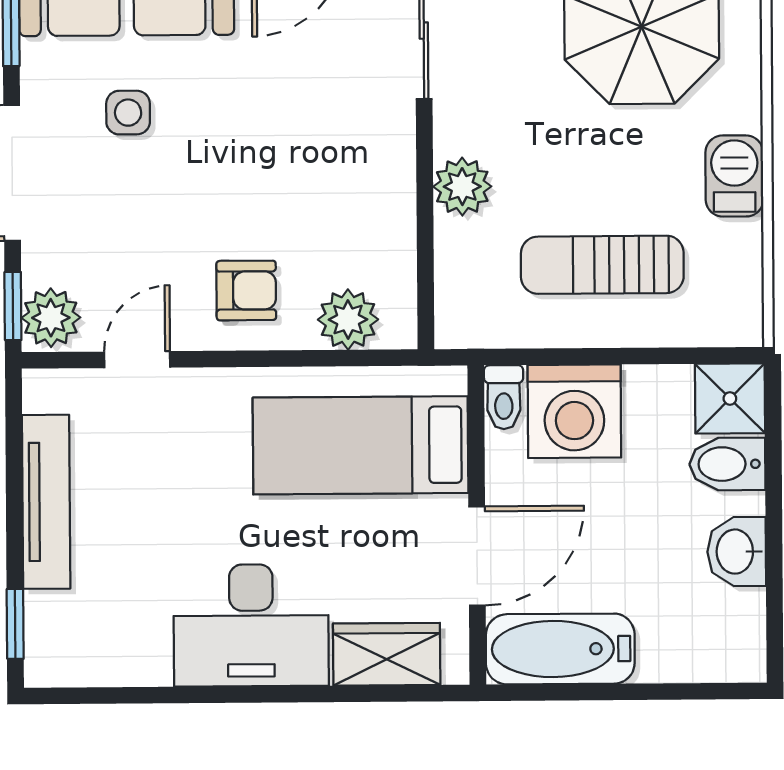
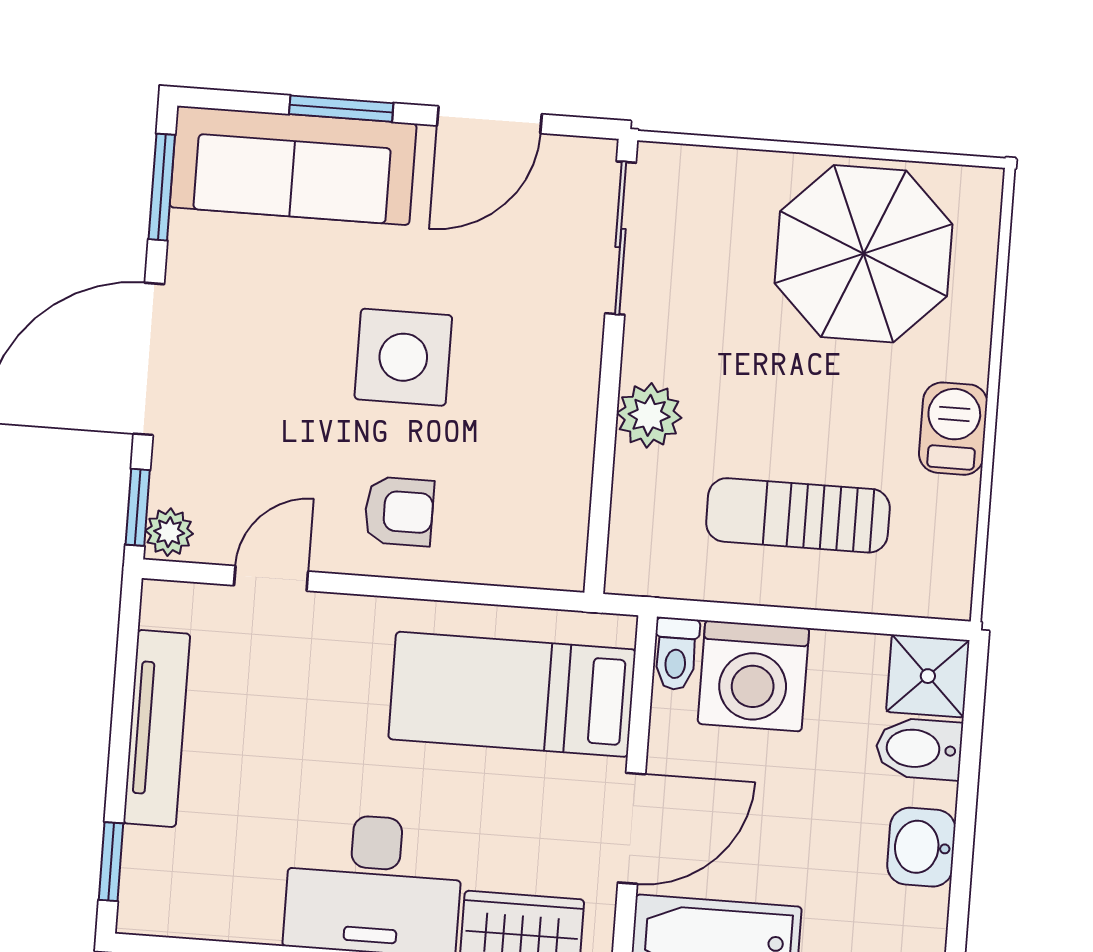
side table: (128, 113) -> (403, 357), moved, width x1.87, depth x1.87
plant: (51, 318) -> (169, 532), width x0.73, depth x0.73
plant: (348, 319) -> (510, 553), removed

